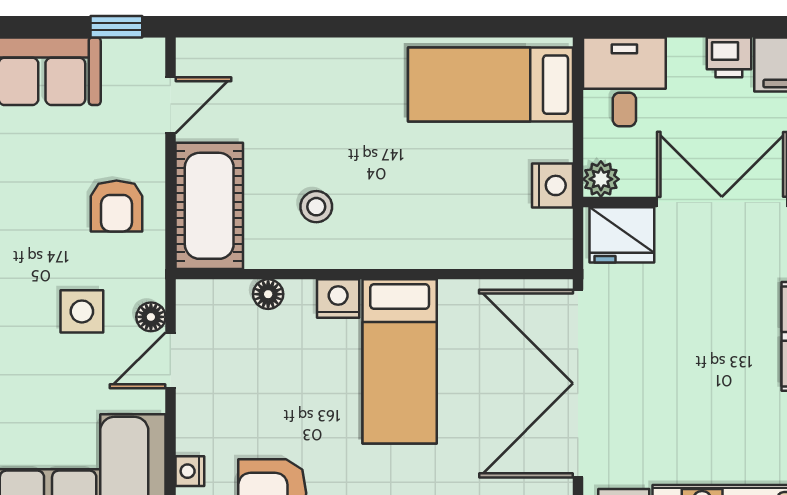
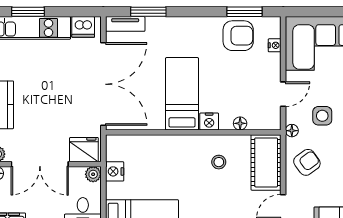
armchair: (117, 206) -> (307, 162), turned 54
floor lamp: (151, 317) -> (292, 131), moved

